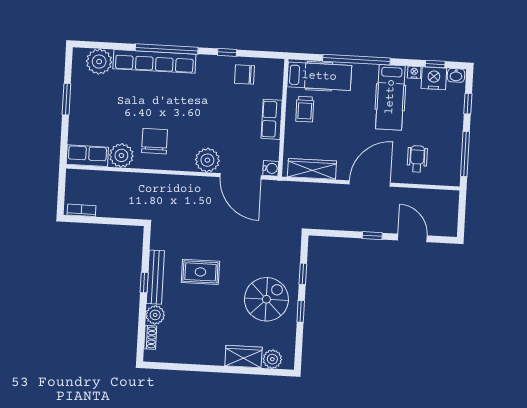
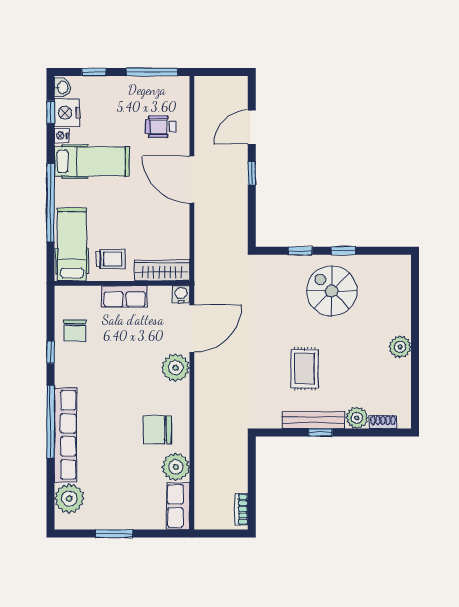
wardrobe: (312, 169) -> (162, 270), moved, turned 90
wardrobe: (244, 357) -> (399, 314), removed
plant: (272, 359) -> (400, 347), moved

